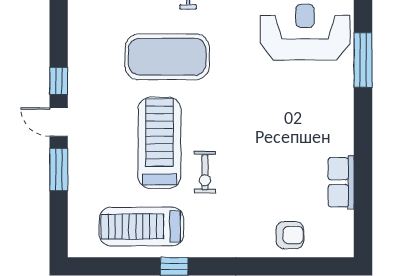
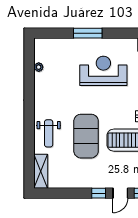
reception desk: (305, 32) -> (103, 71), moved, turned 90

